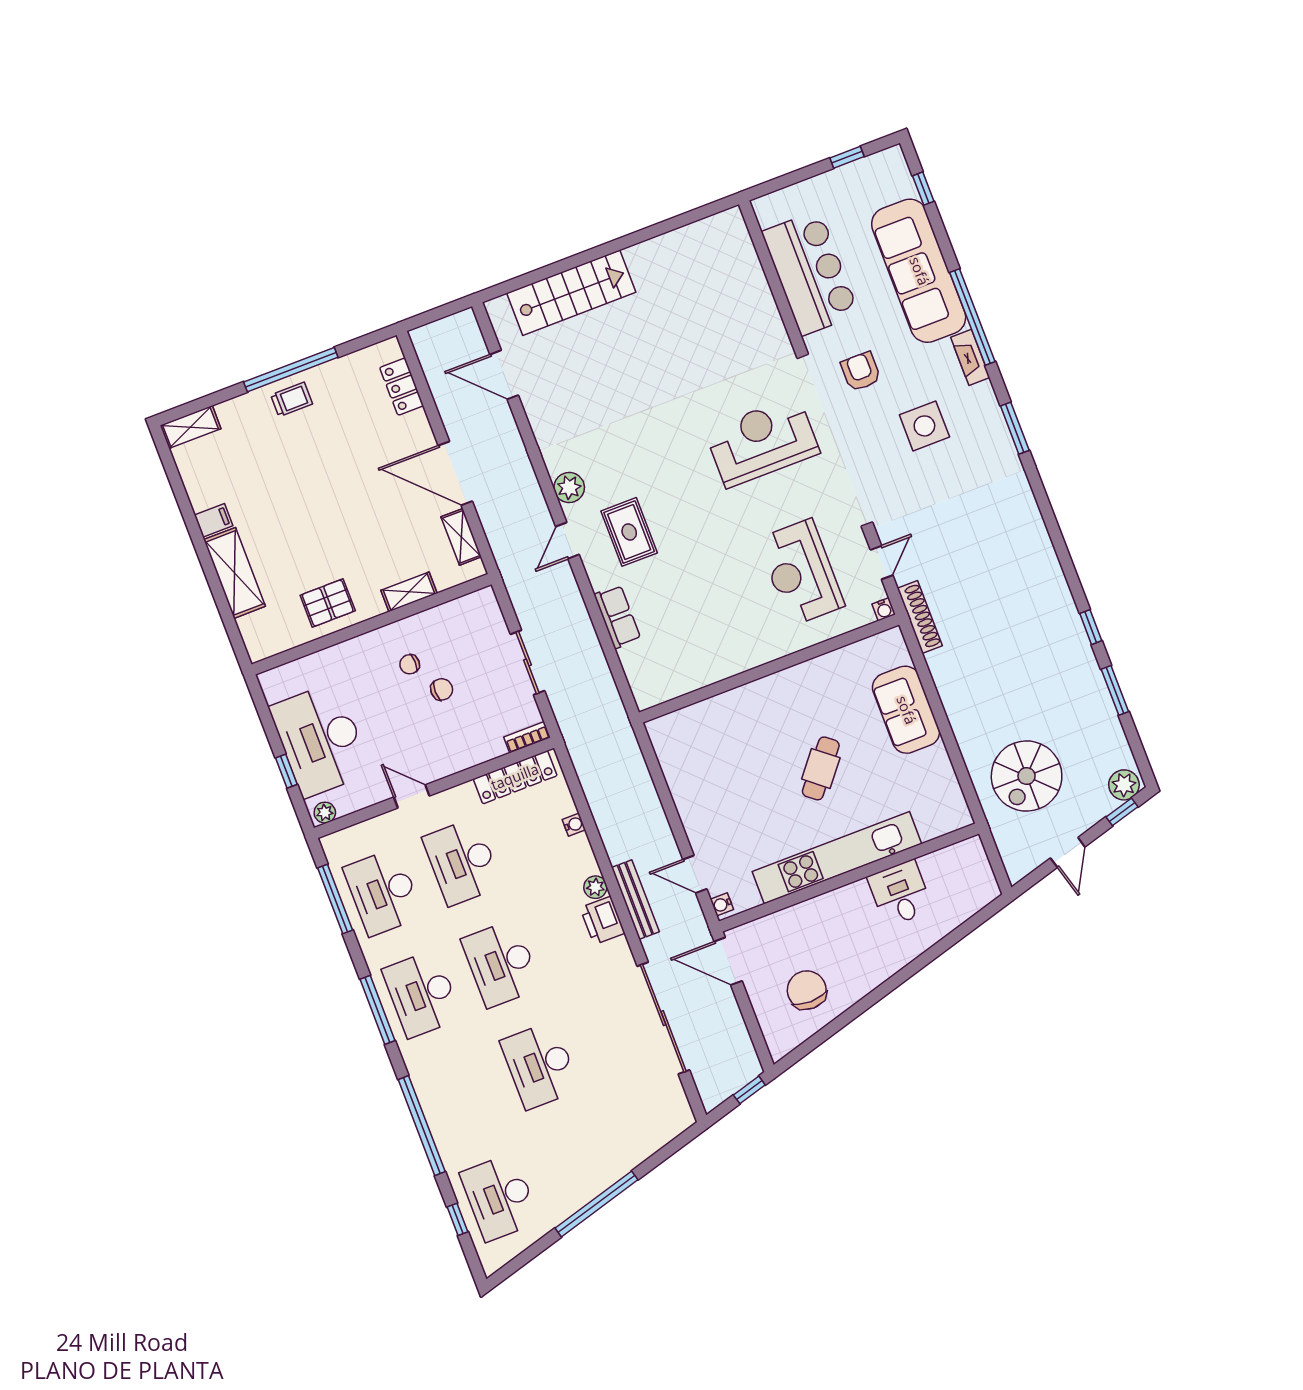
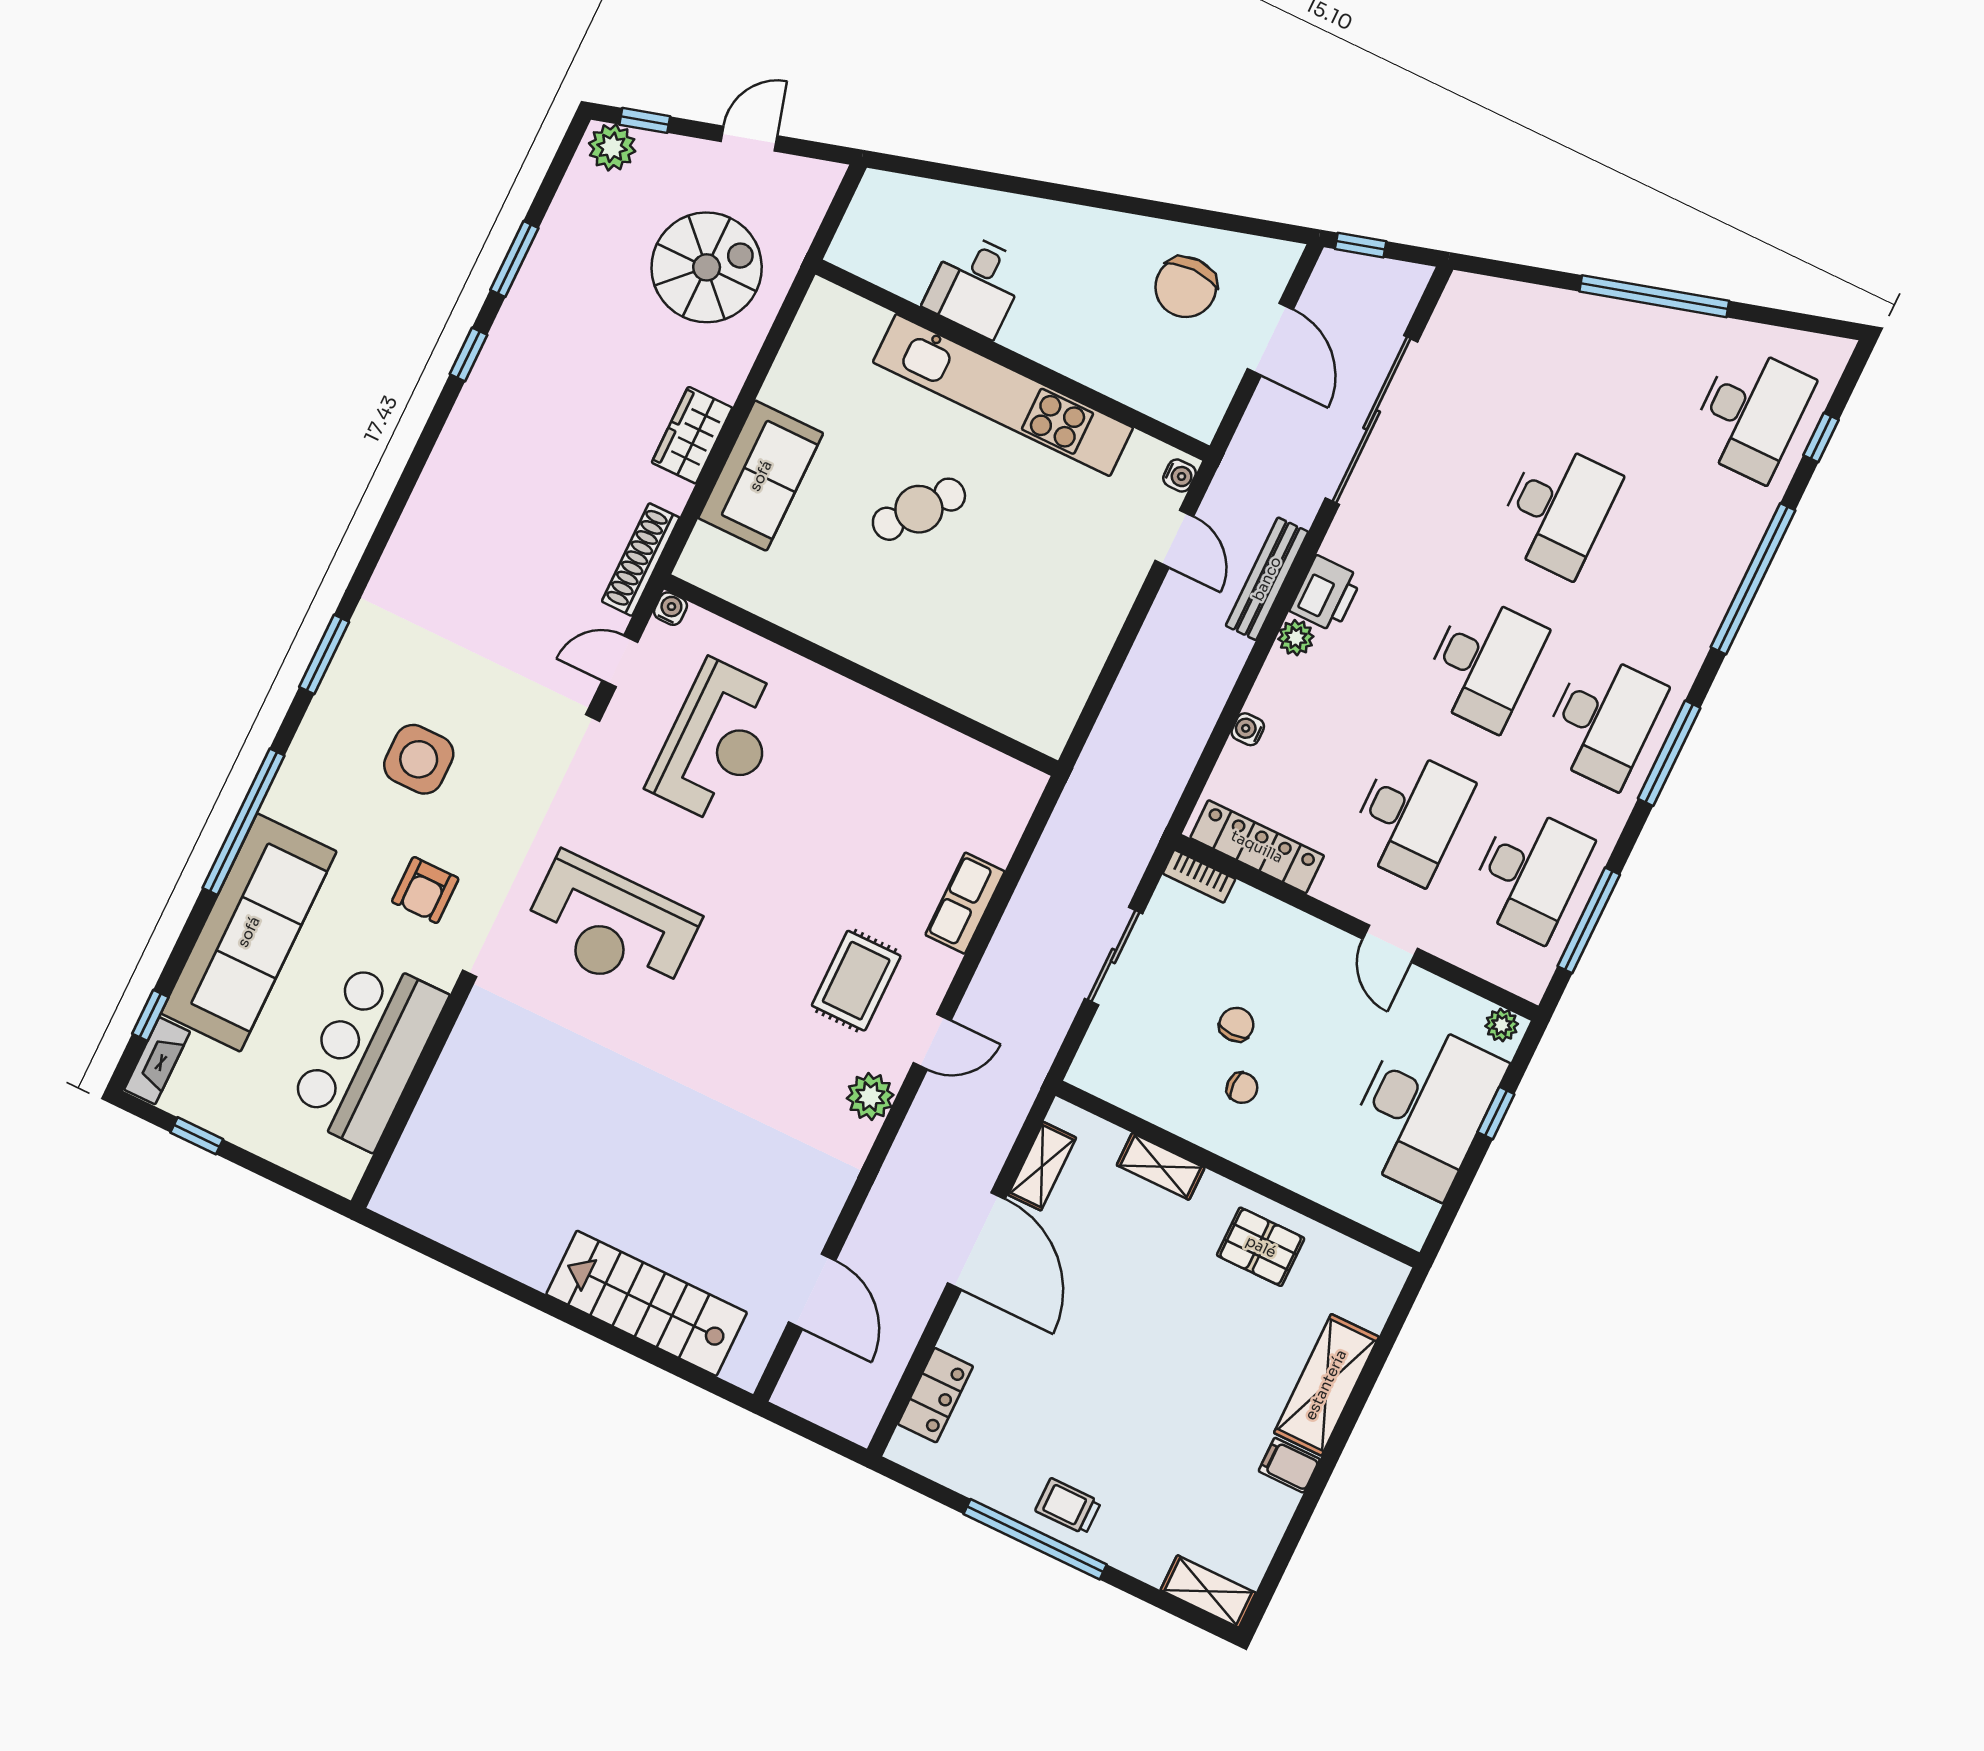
fireplace: (970, 357) -> (157, 1061), moved
chair: (442, 689) -> (1236, 1025), turned 90
wardrobe: (955, 695) -> (692, 435), added
door: (728, 961) -> (1270, 339), moved

